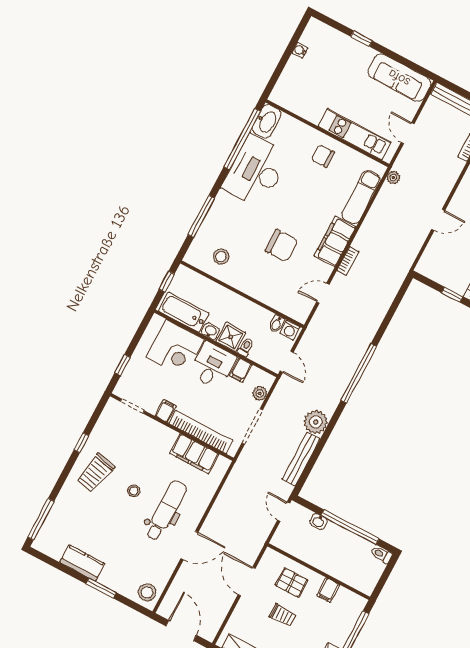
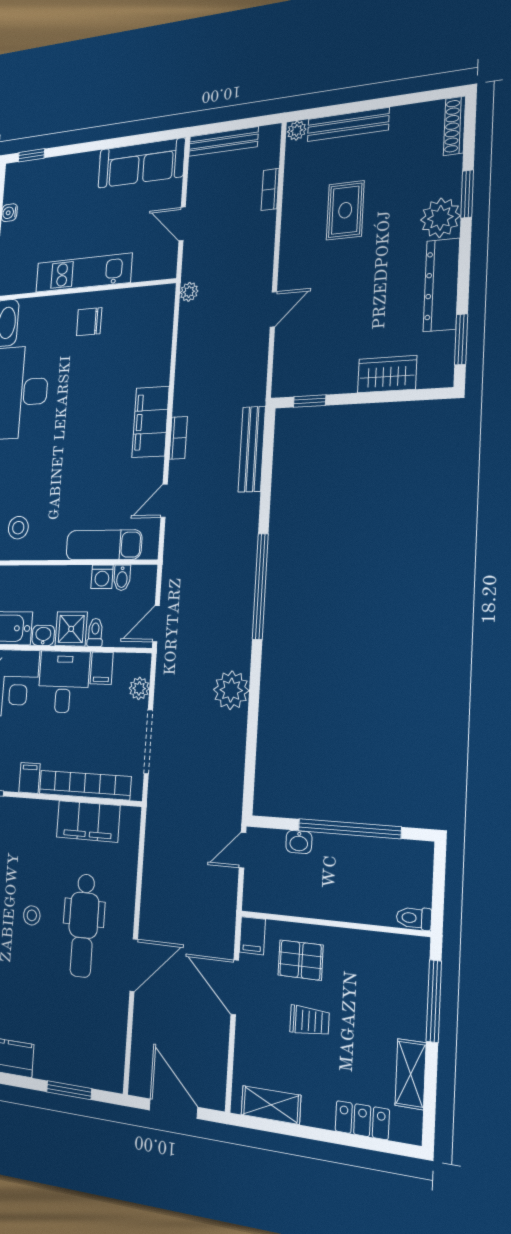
window: (362, 39) -> (31, 155), moved
kitchen unit: (355, 134) -> (84, 273), moved
exam couch: (361, 197) -> (104, 545), moved, turned 90
chair: (282, 246) -> (86, 469), removed
window: (452, 295) -> (310, 401), moved
washing machine: (290, 330) -> (102, 577), moved
door: (287, 362) -> (156, 624), swing flipped
bench: (301, 459) -> (252, 449), moved
dental chair: (166, 511) -> (83, 925), turned 180
door: (284, 512) -> (243, 850), hinge flipped
toilet: (381, 554) -> (414, 918), moved
window: (101, 588) -> (69, 1090), moved
filing cabinet: (328, 590) -> (252, 936), moved
stool: (147, 592) -> (105, 1066), removed

